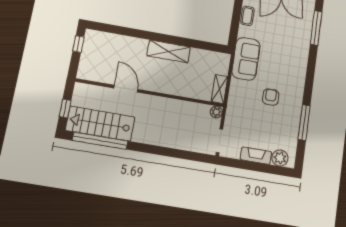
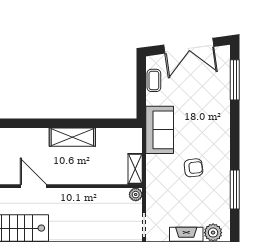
armchair: (271, 97) -> (193, 168), turned 83

